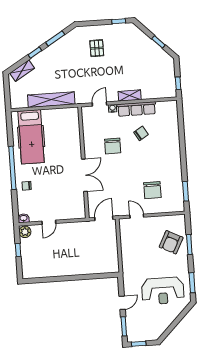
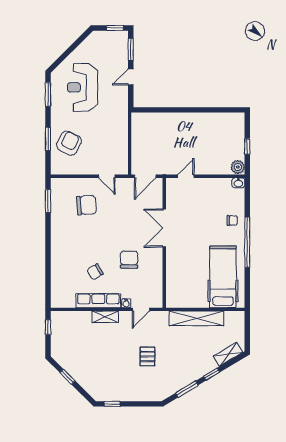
pallet: (97, 48) -> (147, 356), moved
chair: (152, 190) -> (86, 205), turned 86
door: (49, 222) -> (186, 176), moved
reception desk: (163, 291) -> (83, 87), turned -90

